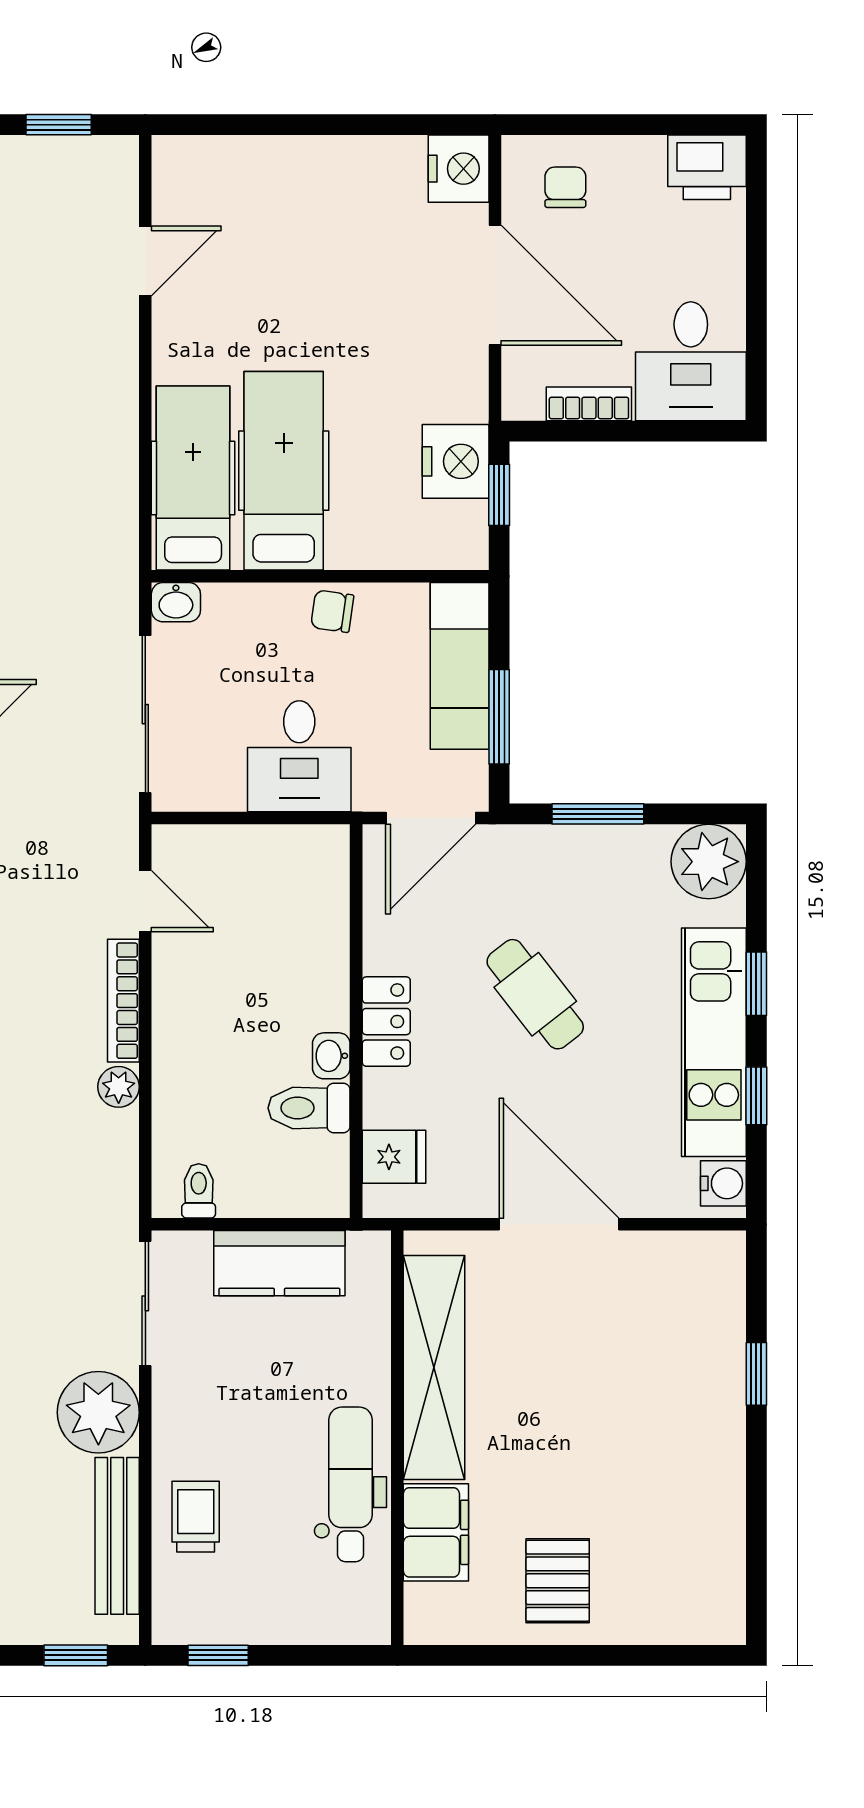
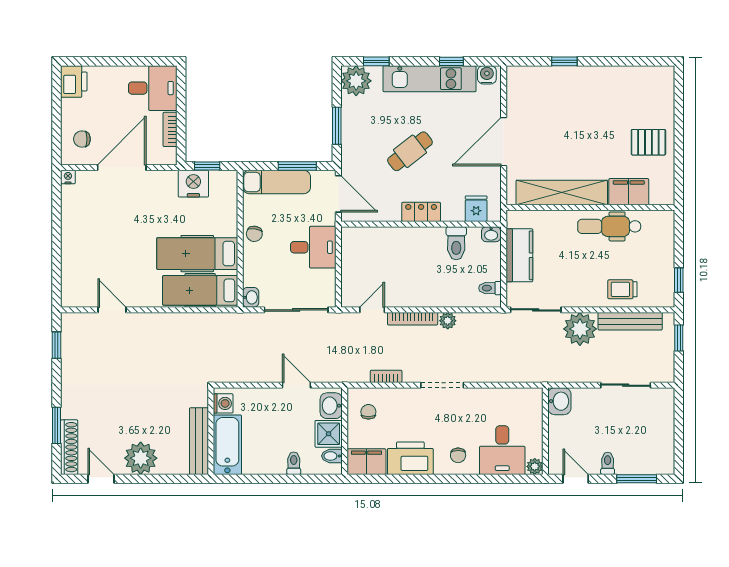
nightstand: (459, 169) -> (68, 177), width x0.53, depth x0.56
window: (756, 984) -> (376, 61), moved
washbasin: (331, 1056) -> (491, 234), moved

